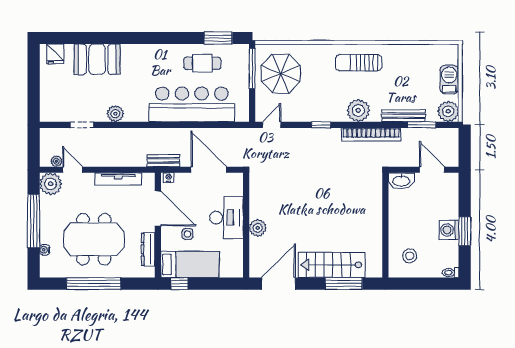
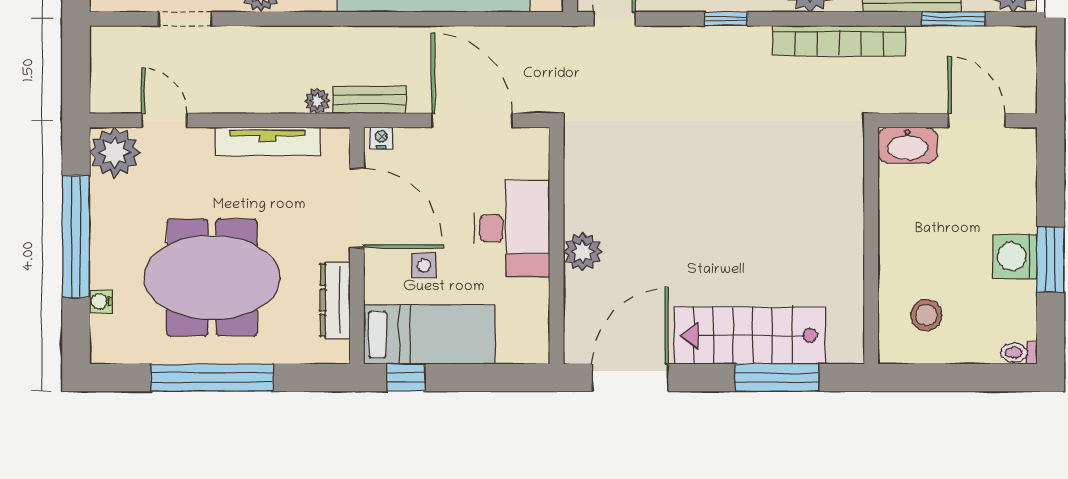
plant: (56, 161) -> (317, 101), moved

